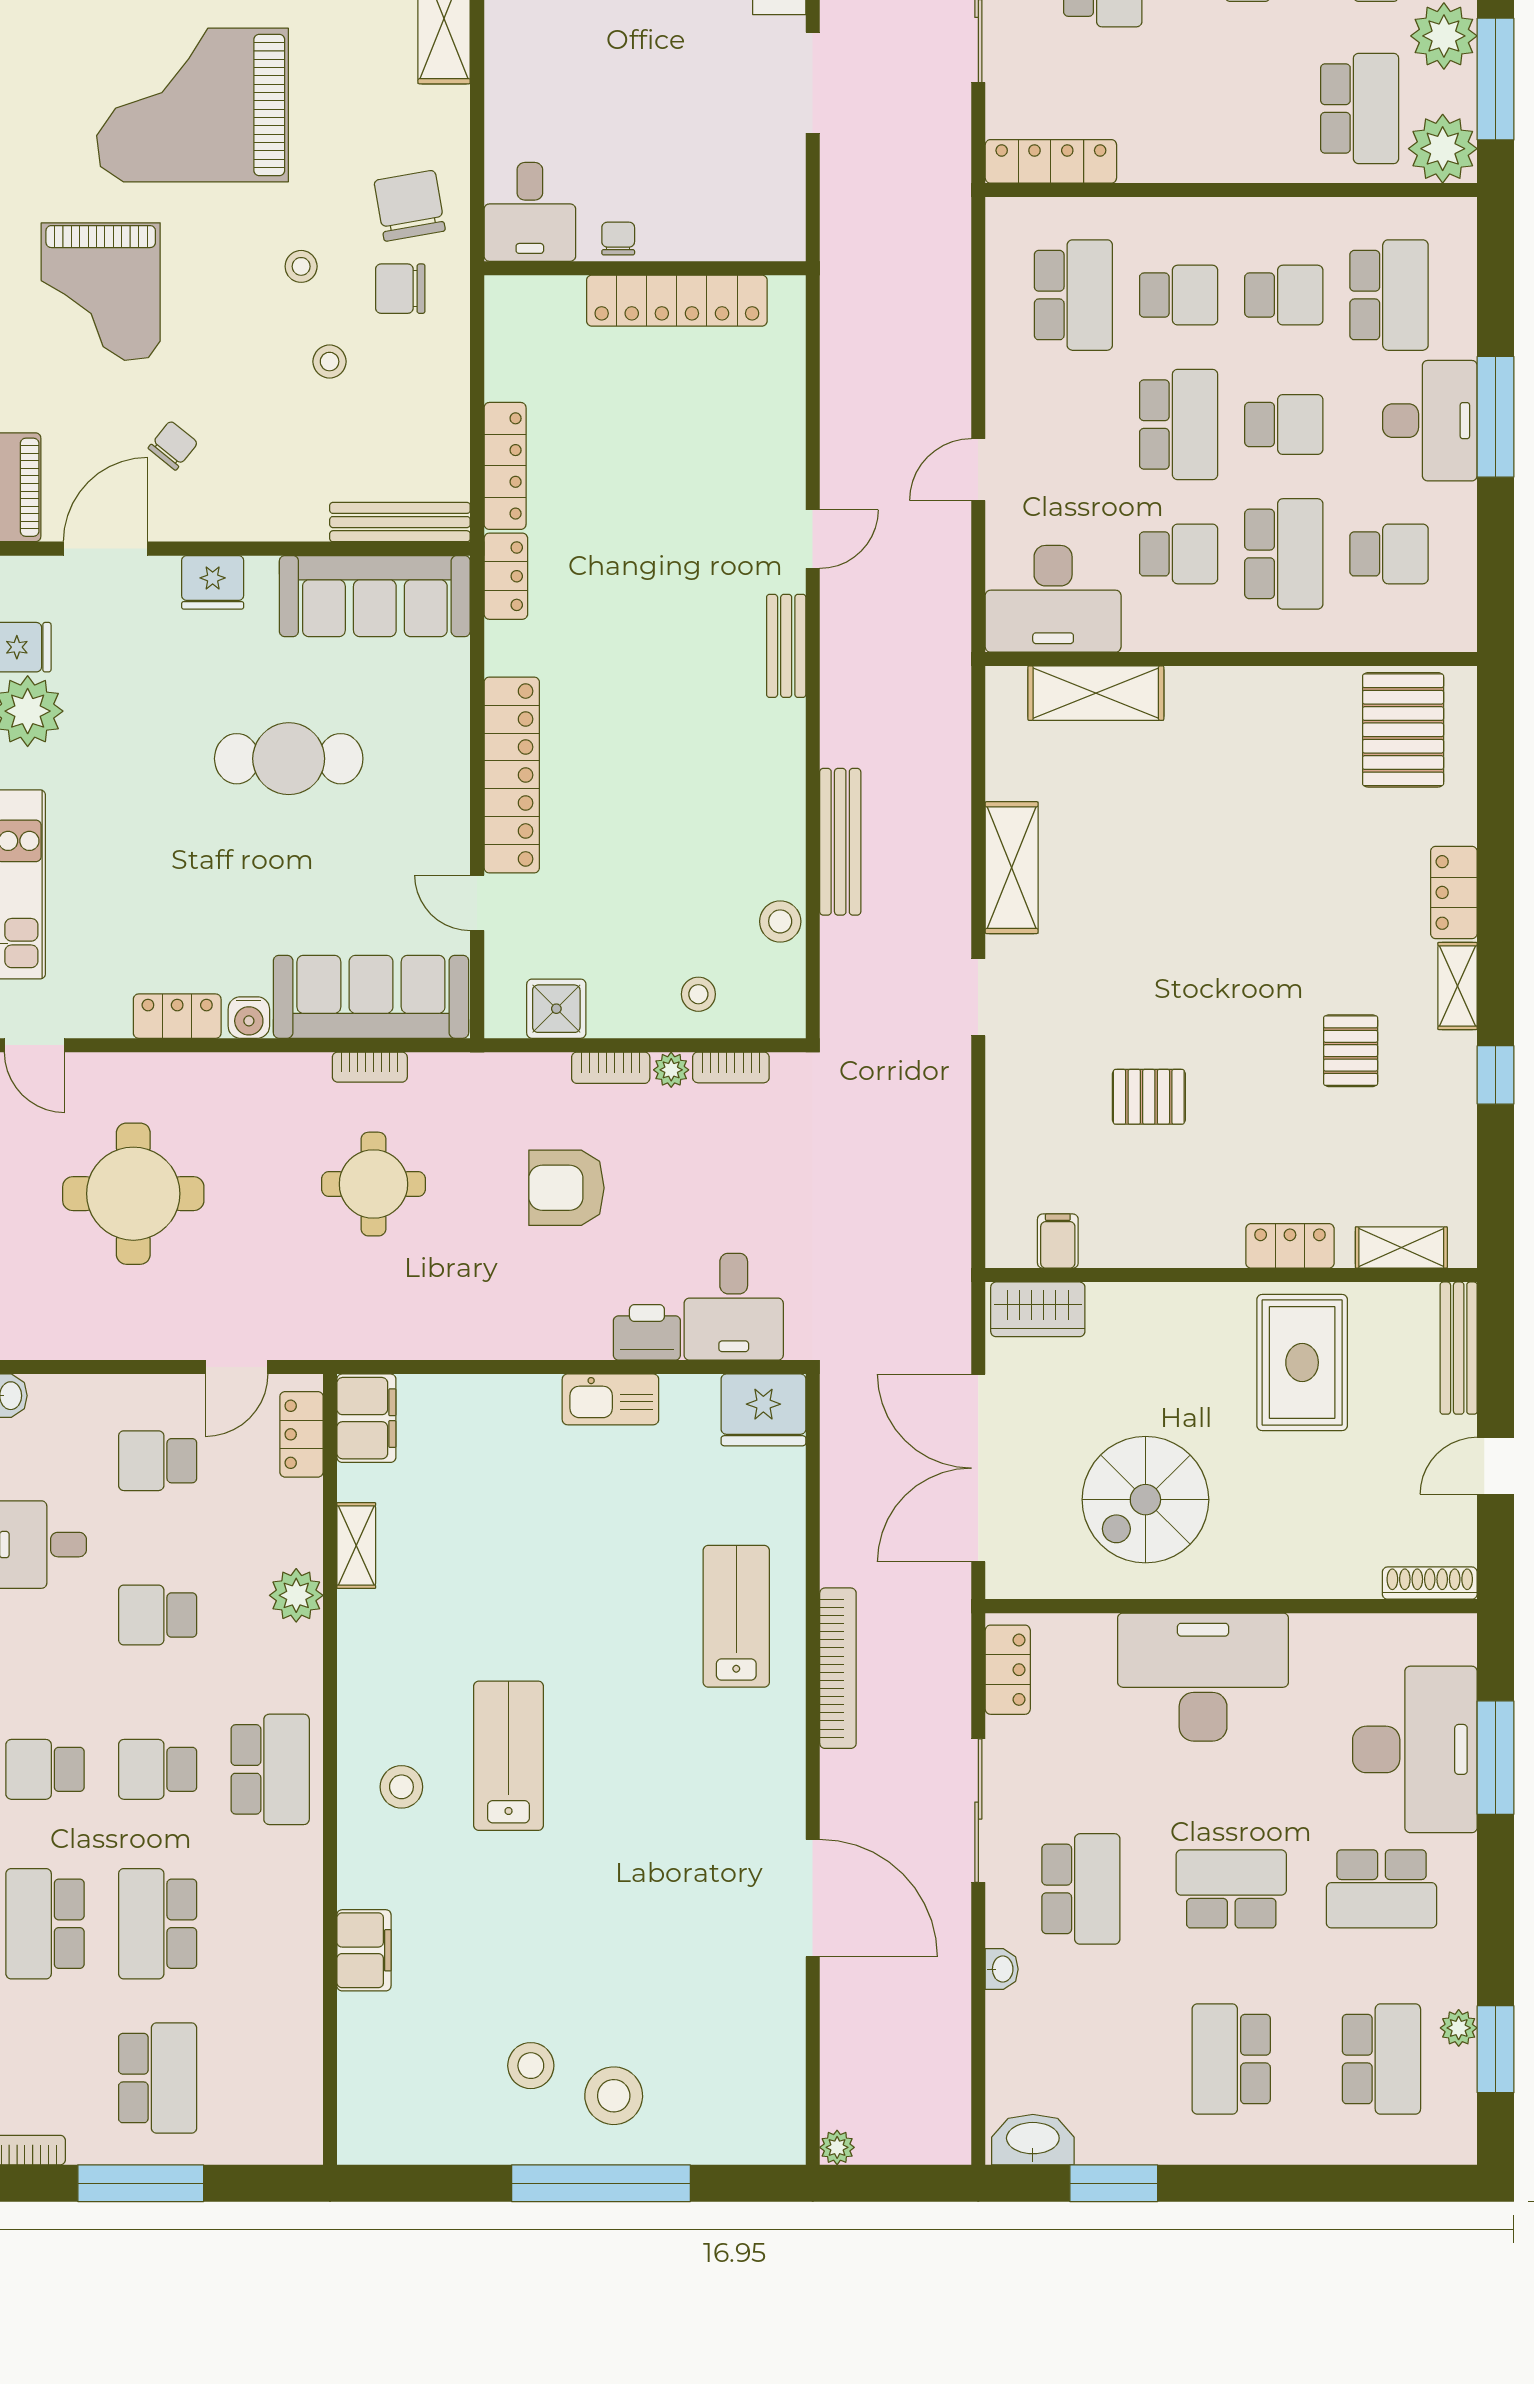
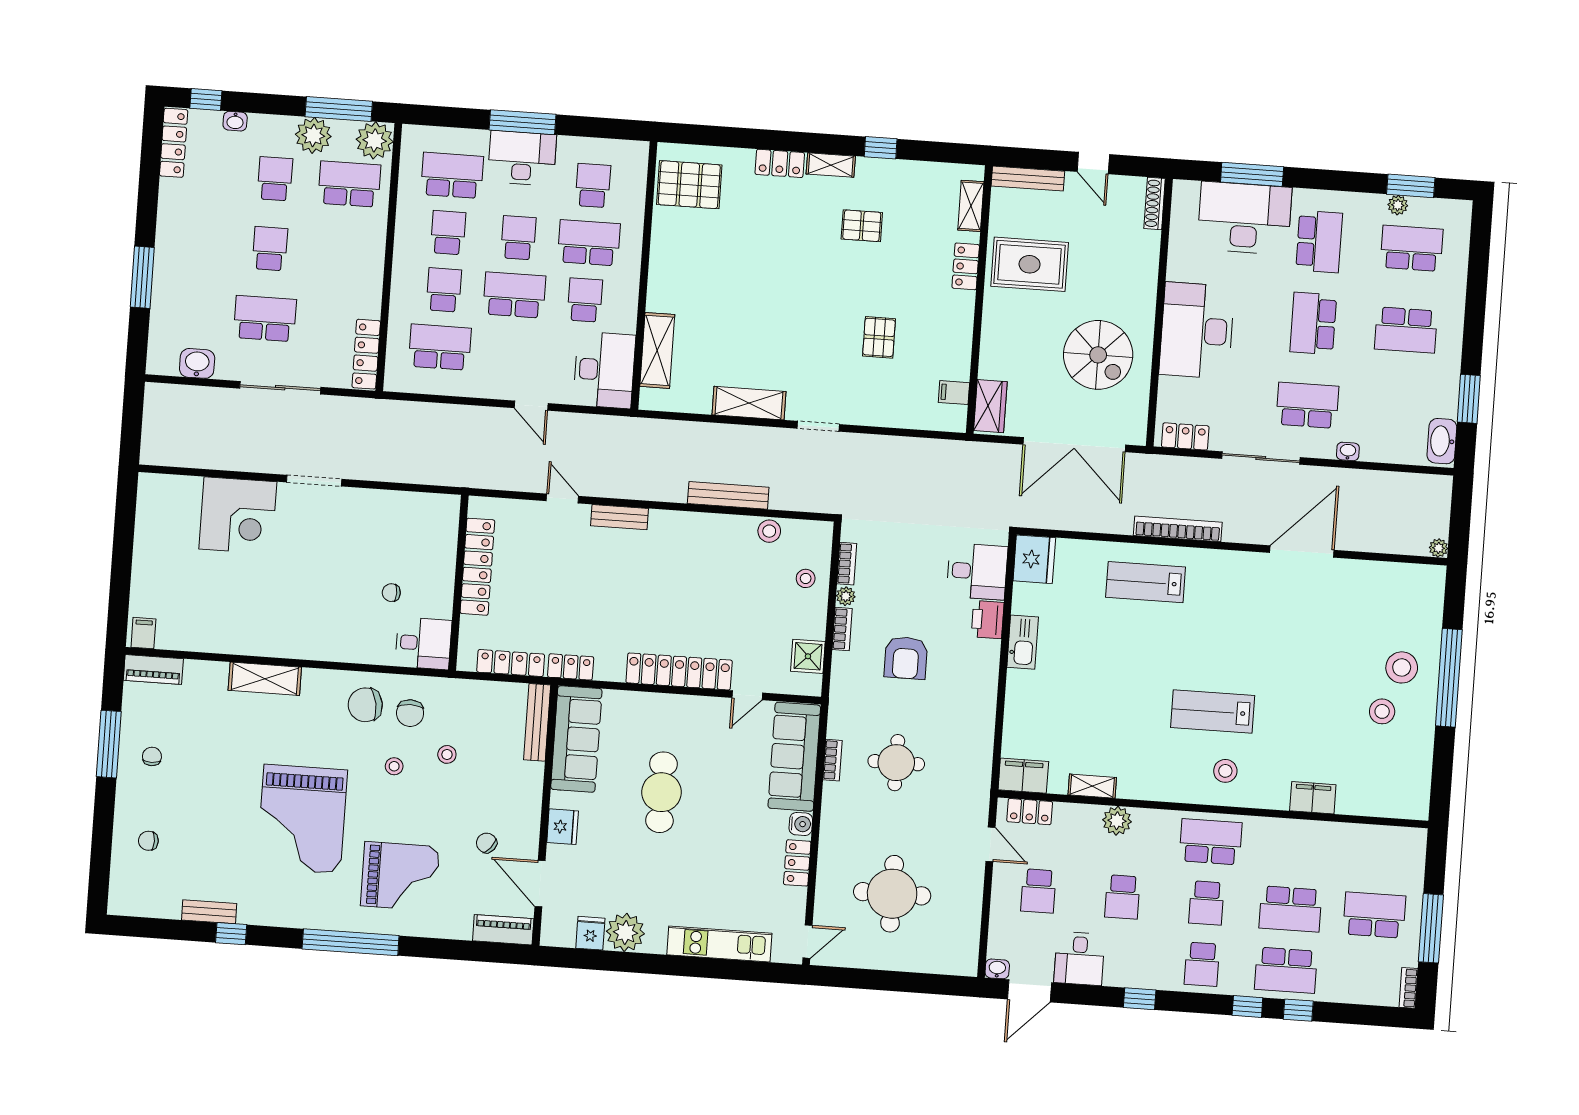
desk: (530, 212) -> (423, 643), moved
wall: (645, 268) -> (459, 583), moved
locker: (677, 301) -> (477, 567), moved

